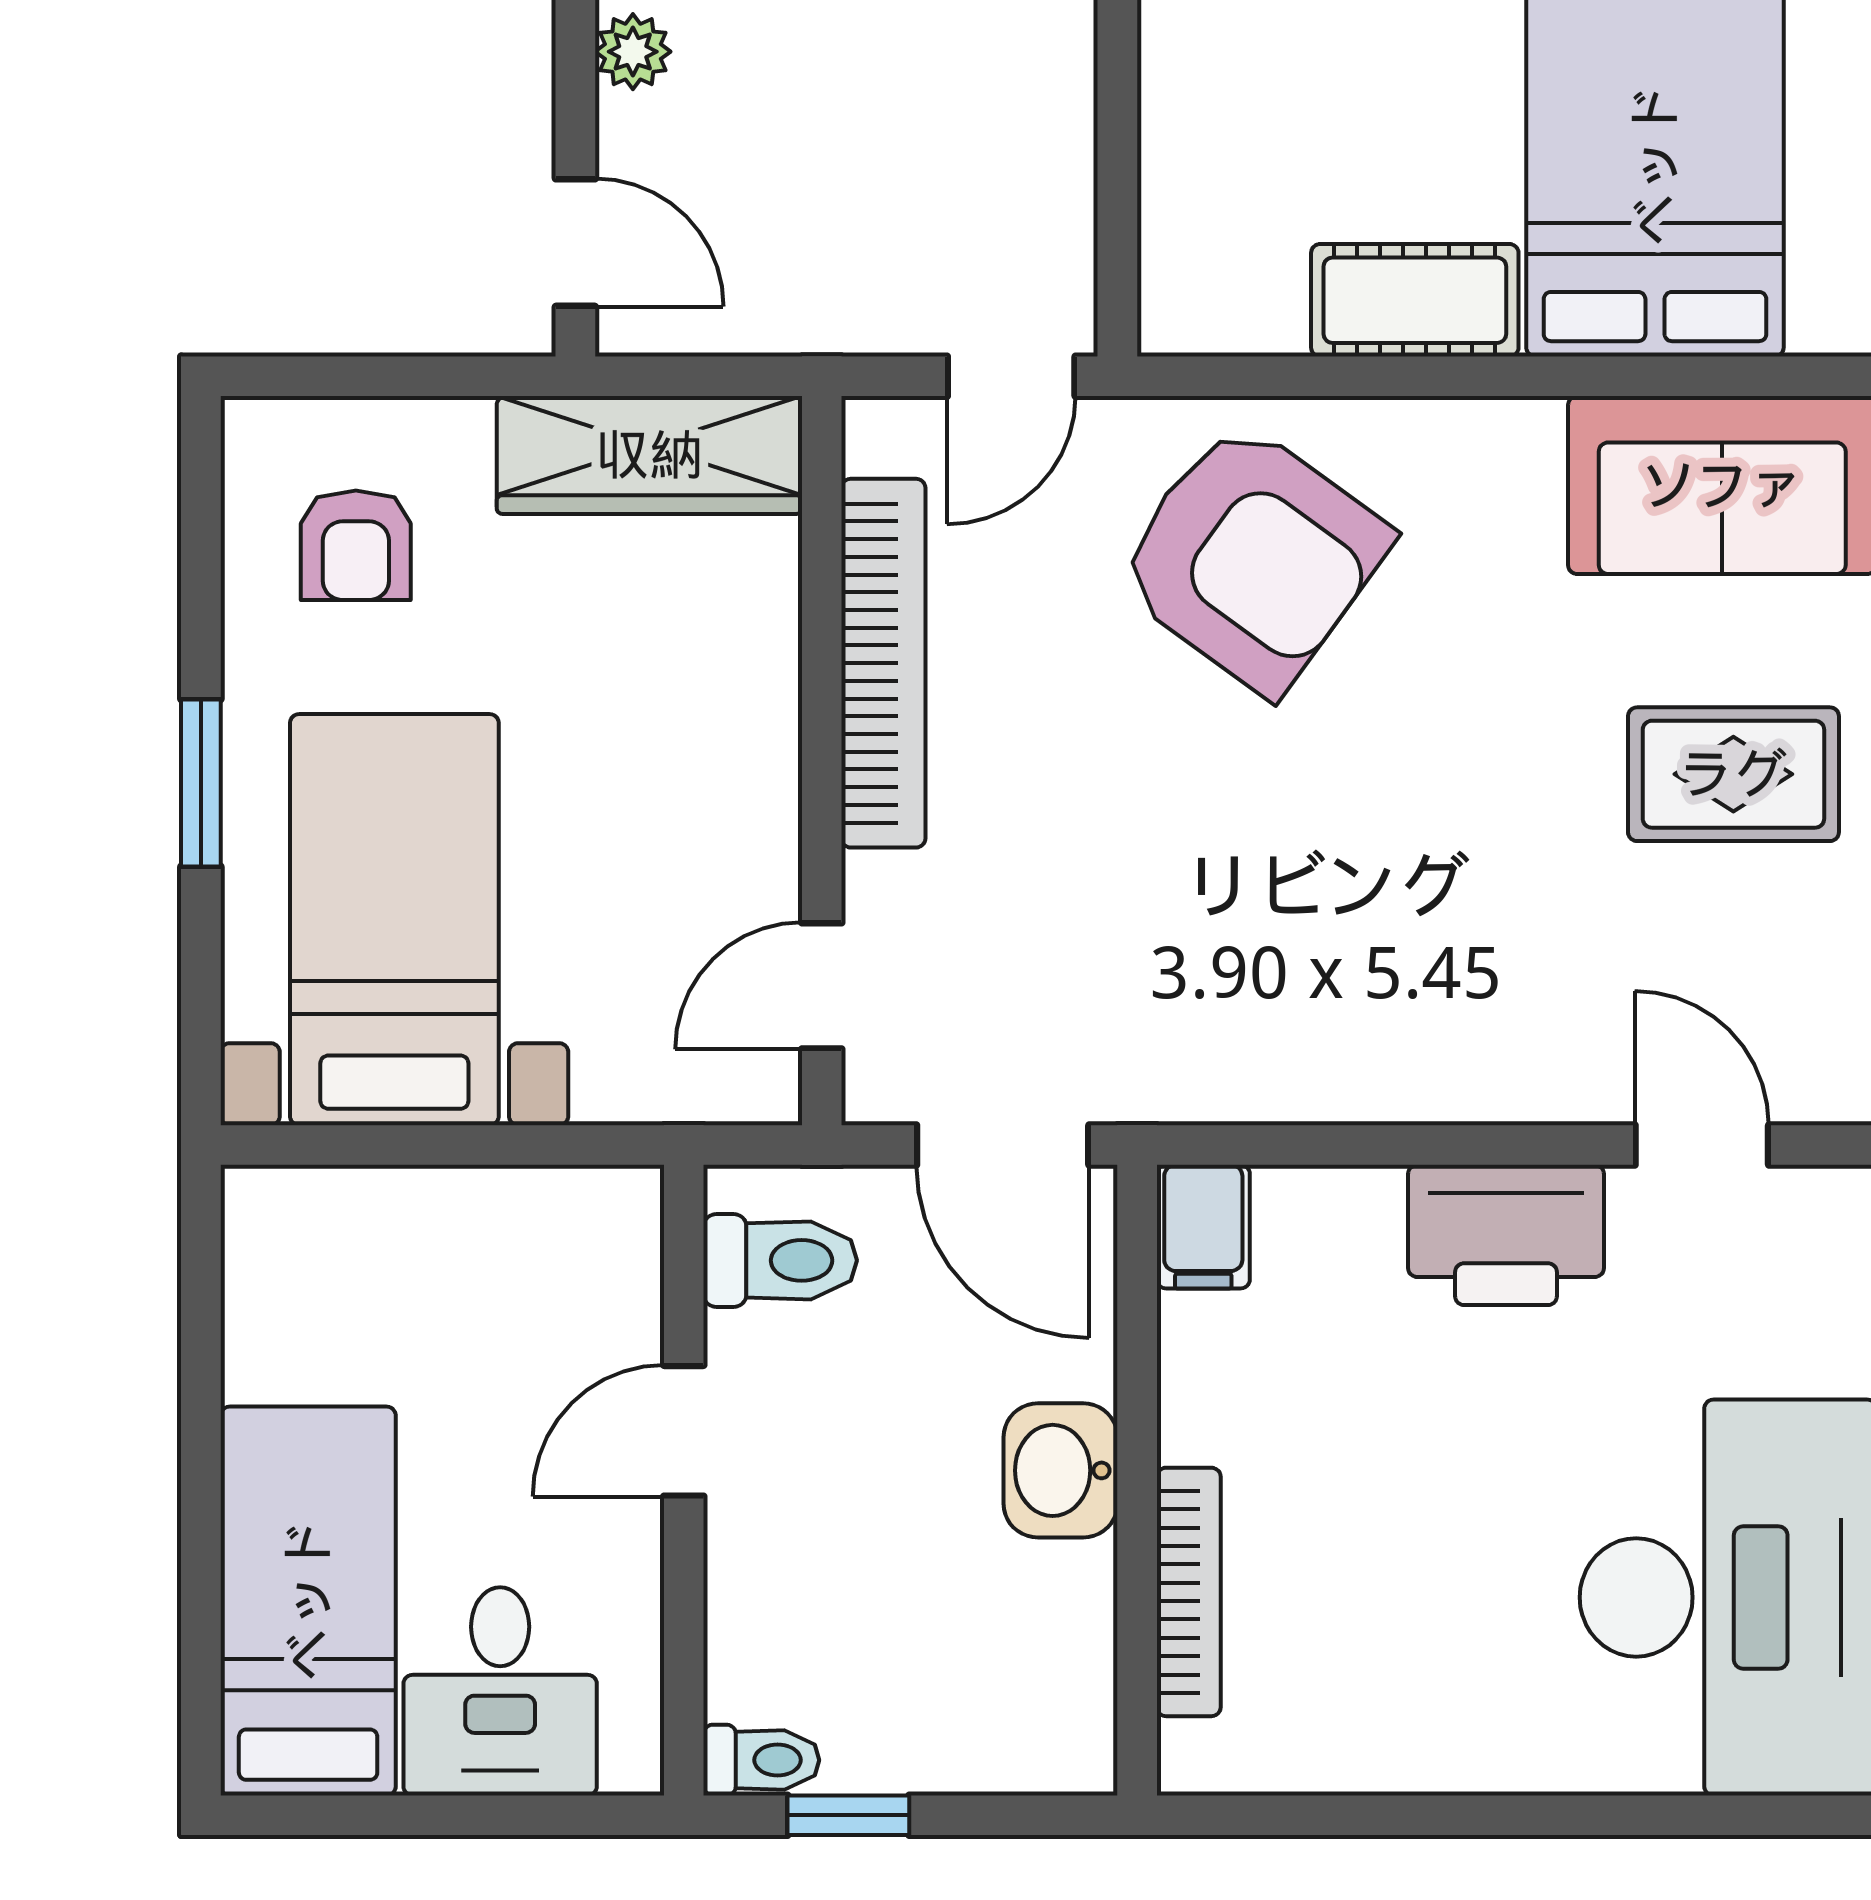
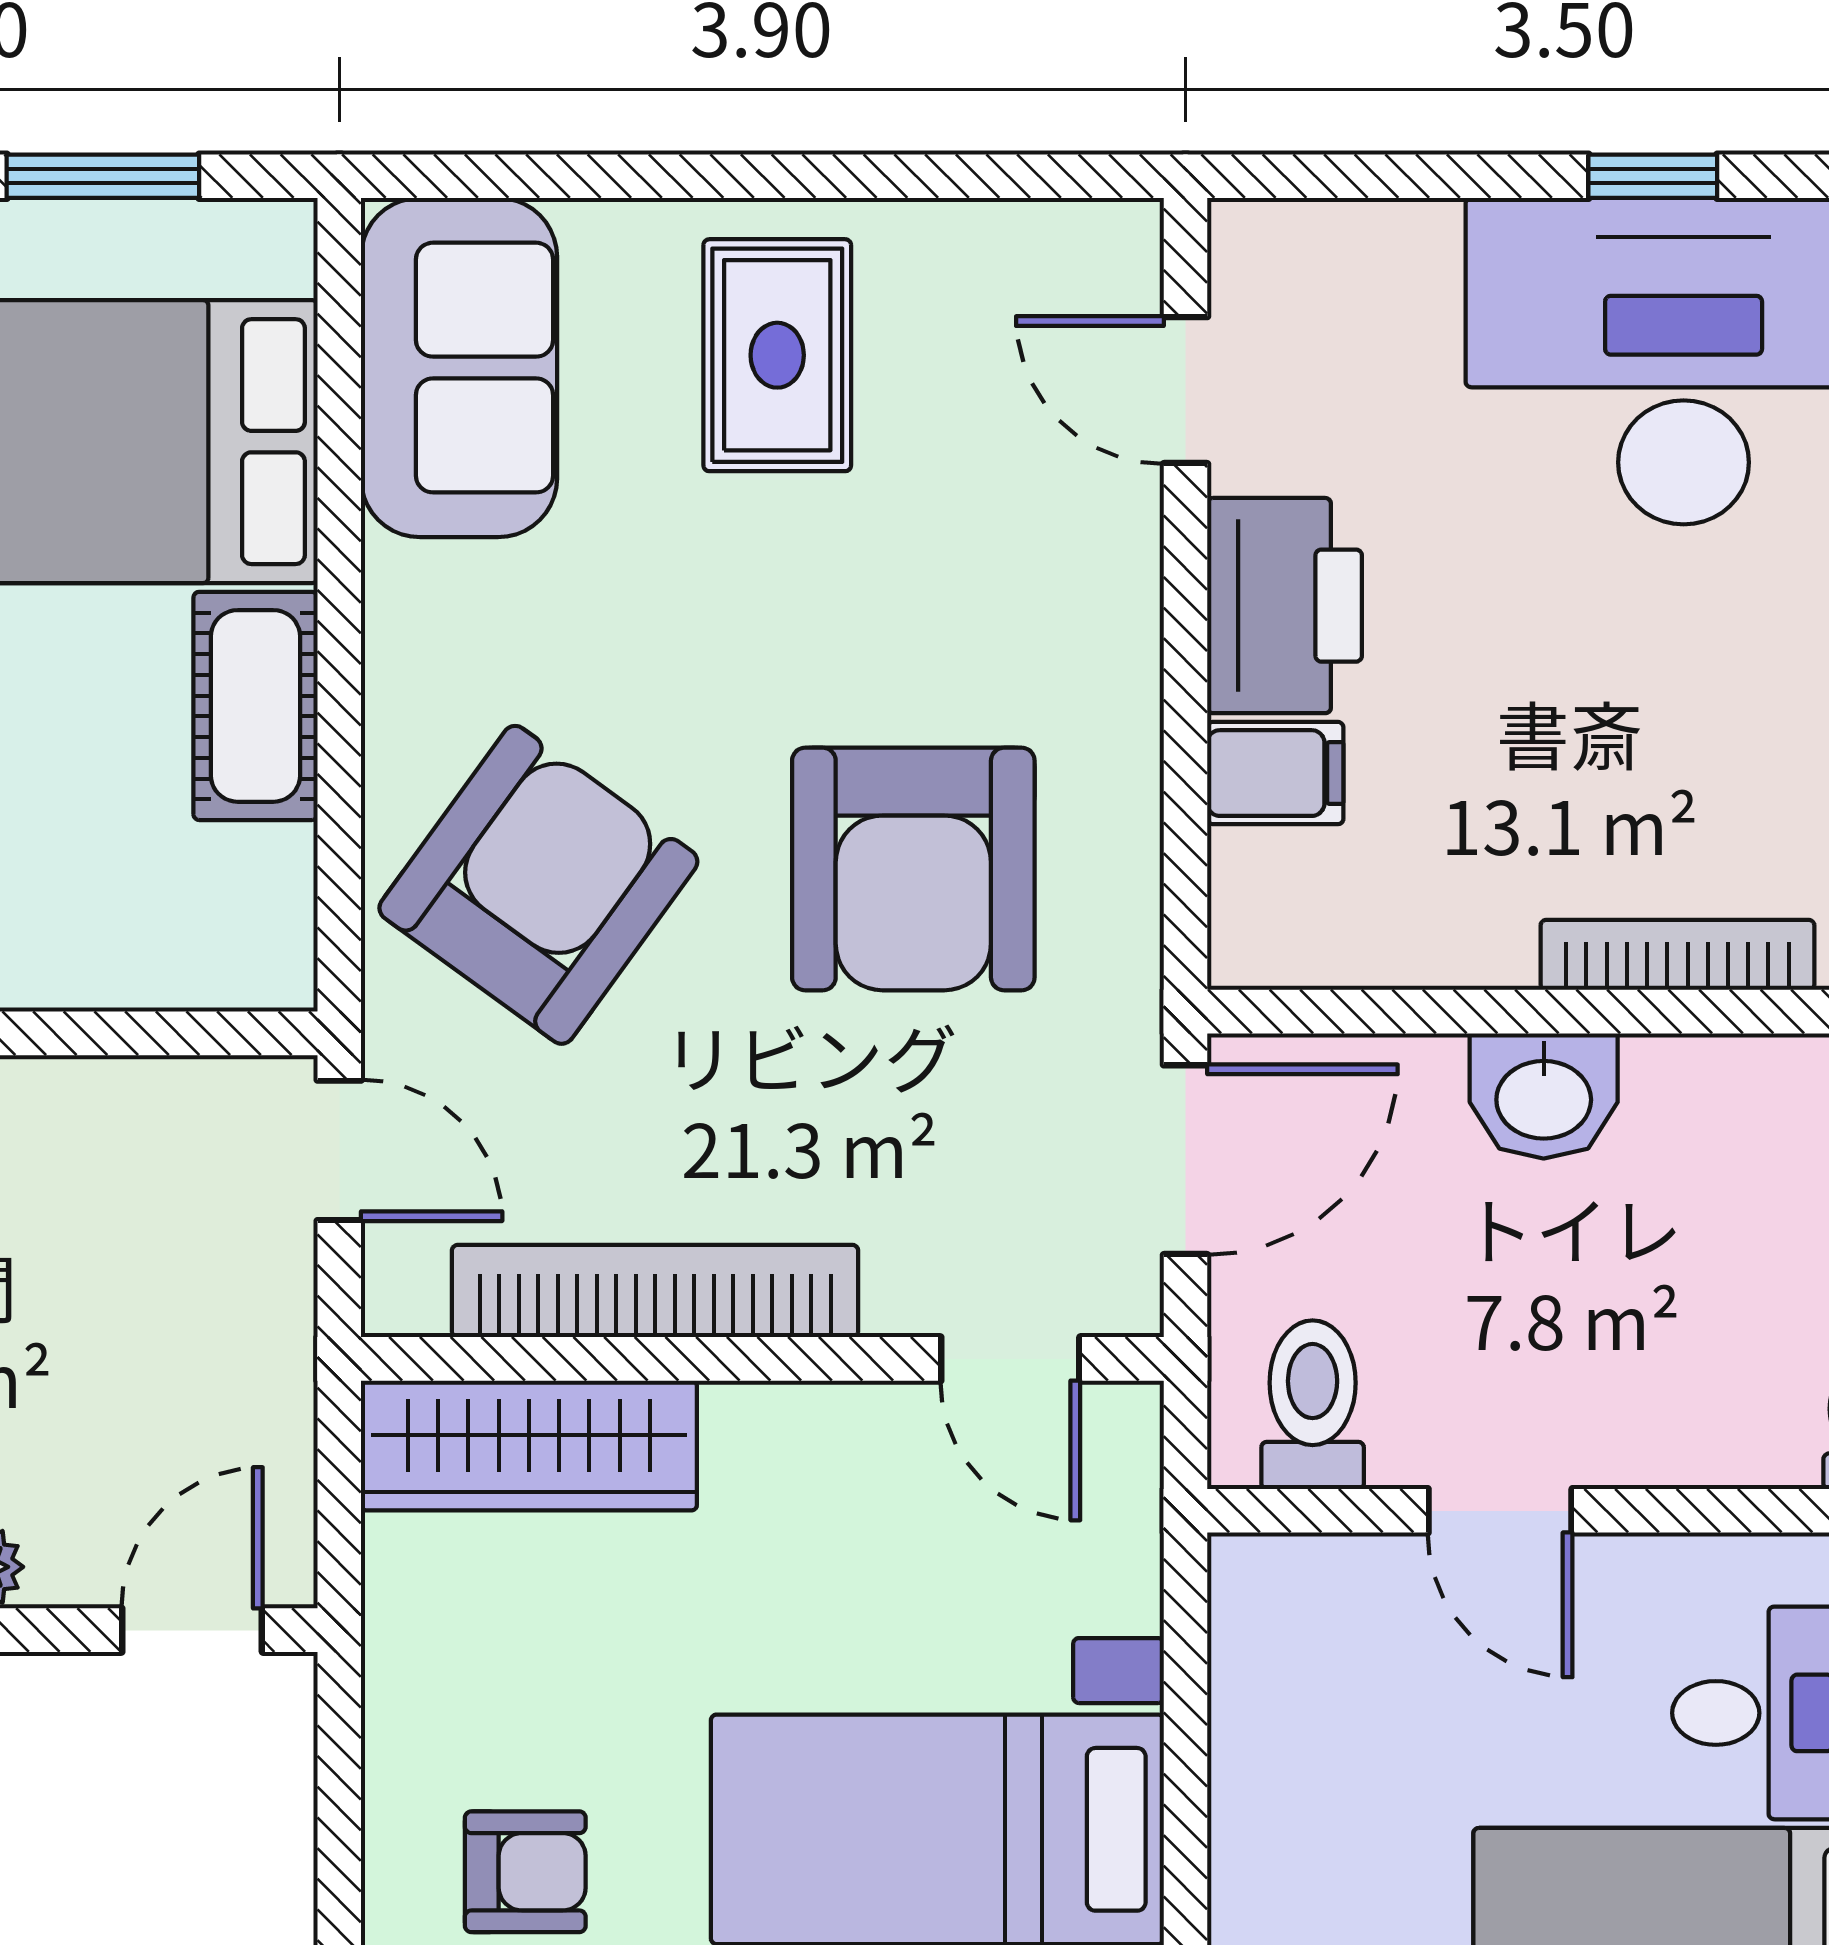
wardrobe: (649, 455) -> (529, 1446), moved, turned 90
armchair: (1267, 898) -> (913, 869), added
door: (1702, 1145) -> (1185, 390), hinge flipped
filing cabinet: (1203, 1227) -> (1275, 773), moved

